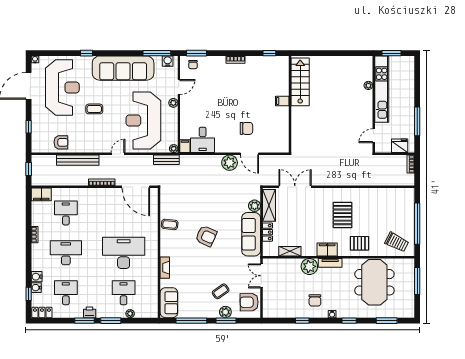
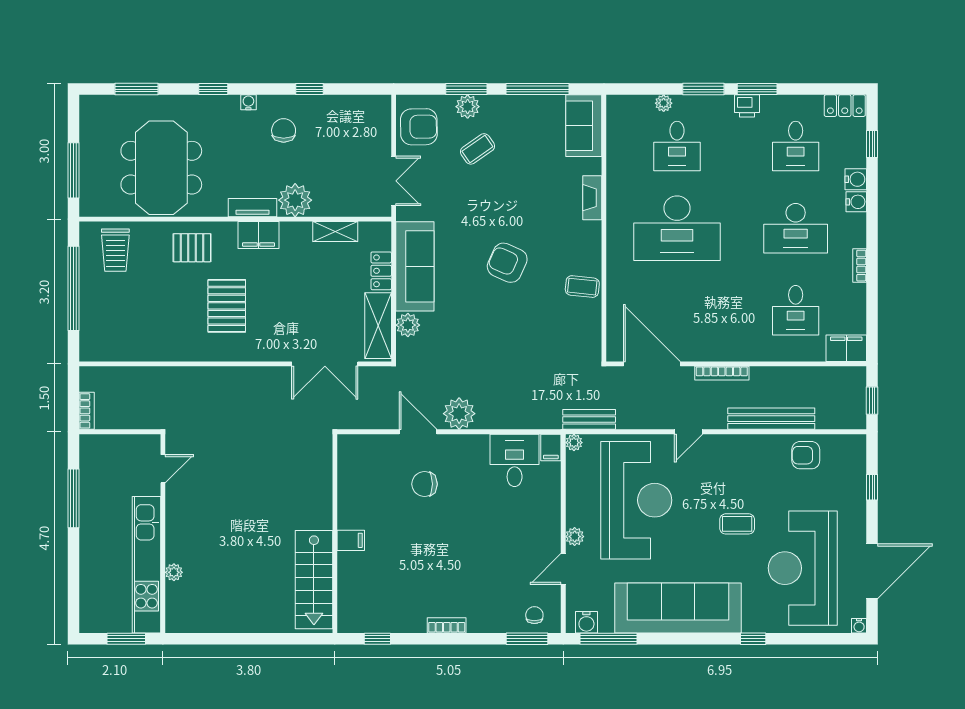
fridge: (400, 146) -> (109, 448), removed
trolley: (397, 242) -> (115, 250), turned -117
water cooler: (36, 288) -> (856, 202), moved

